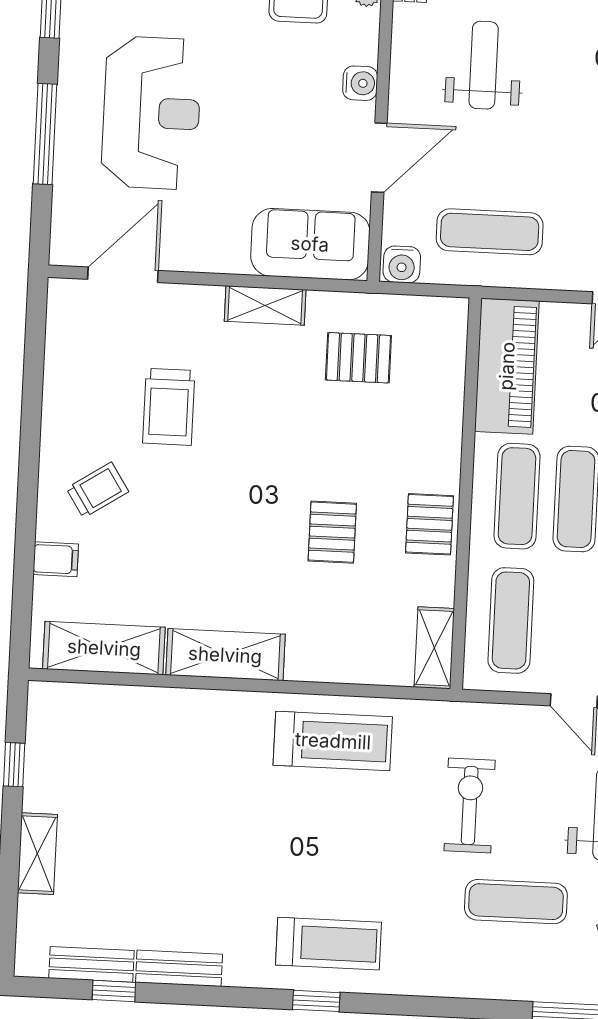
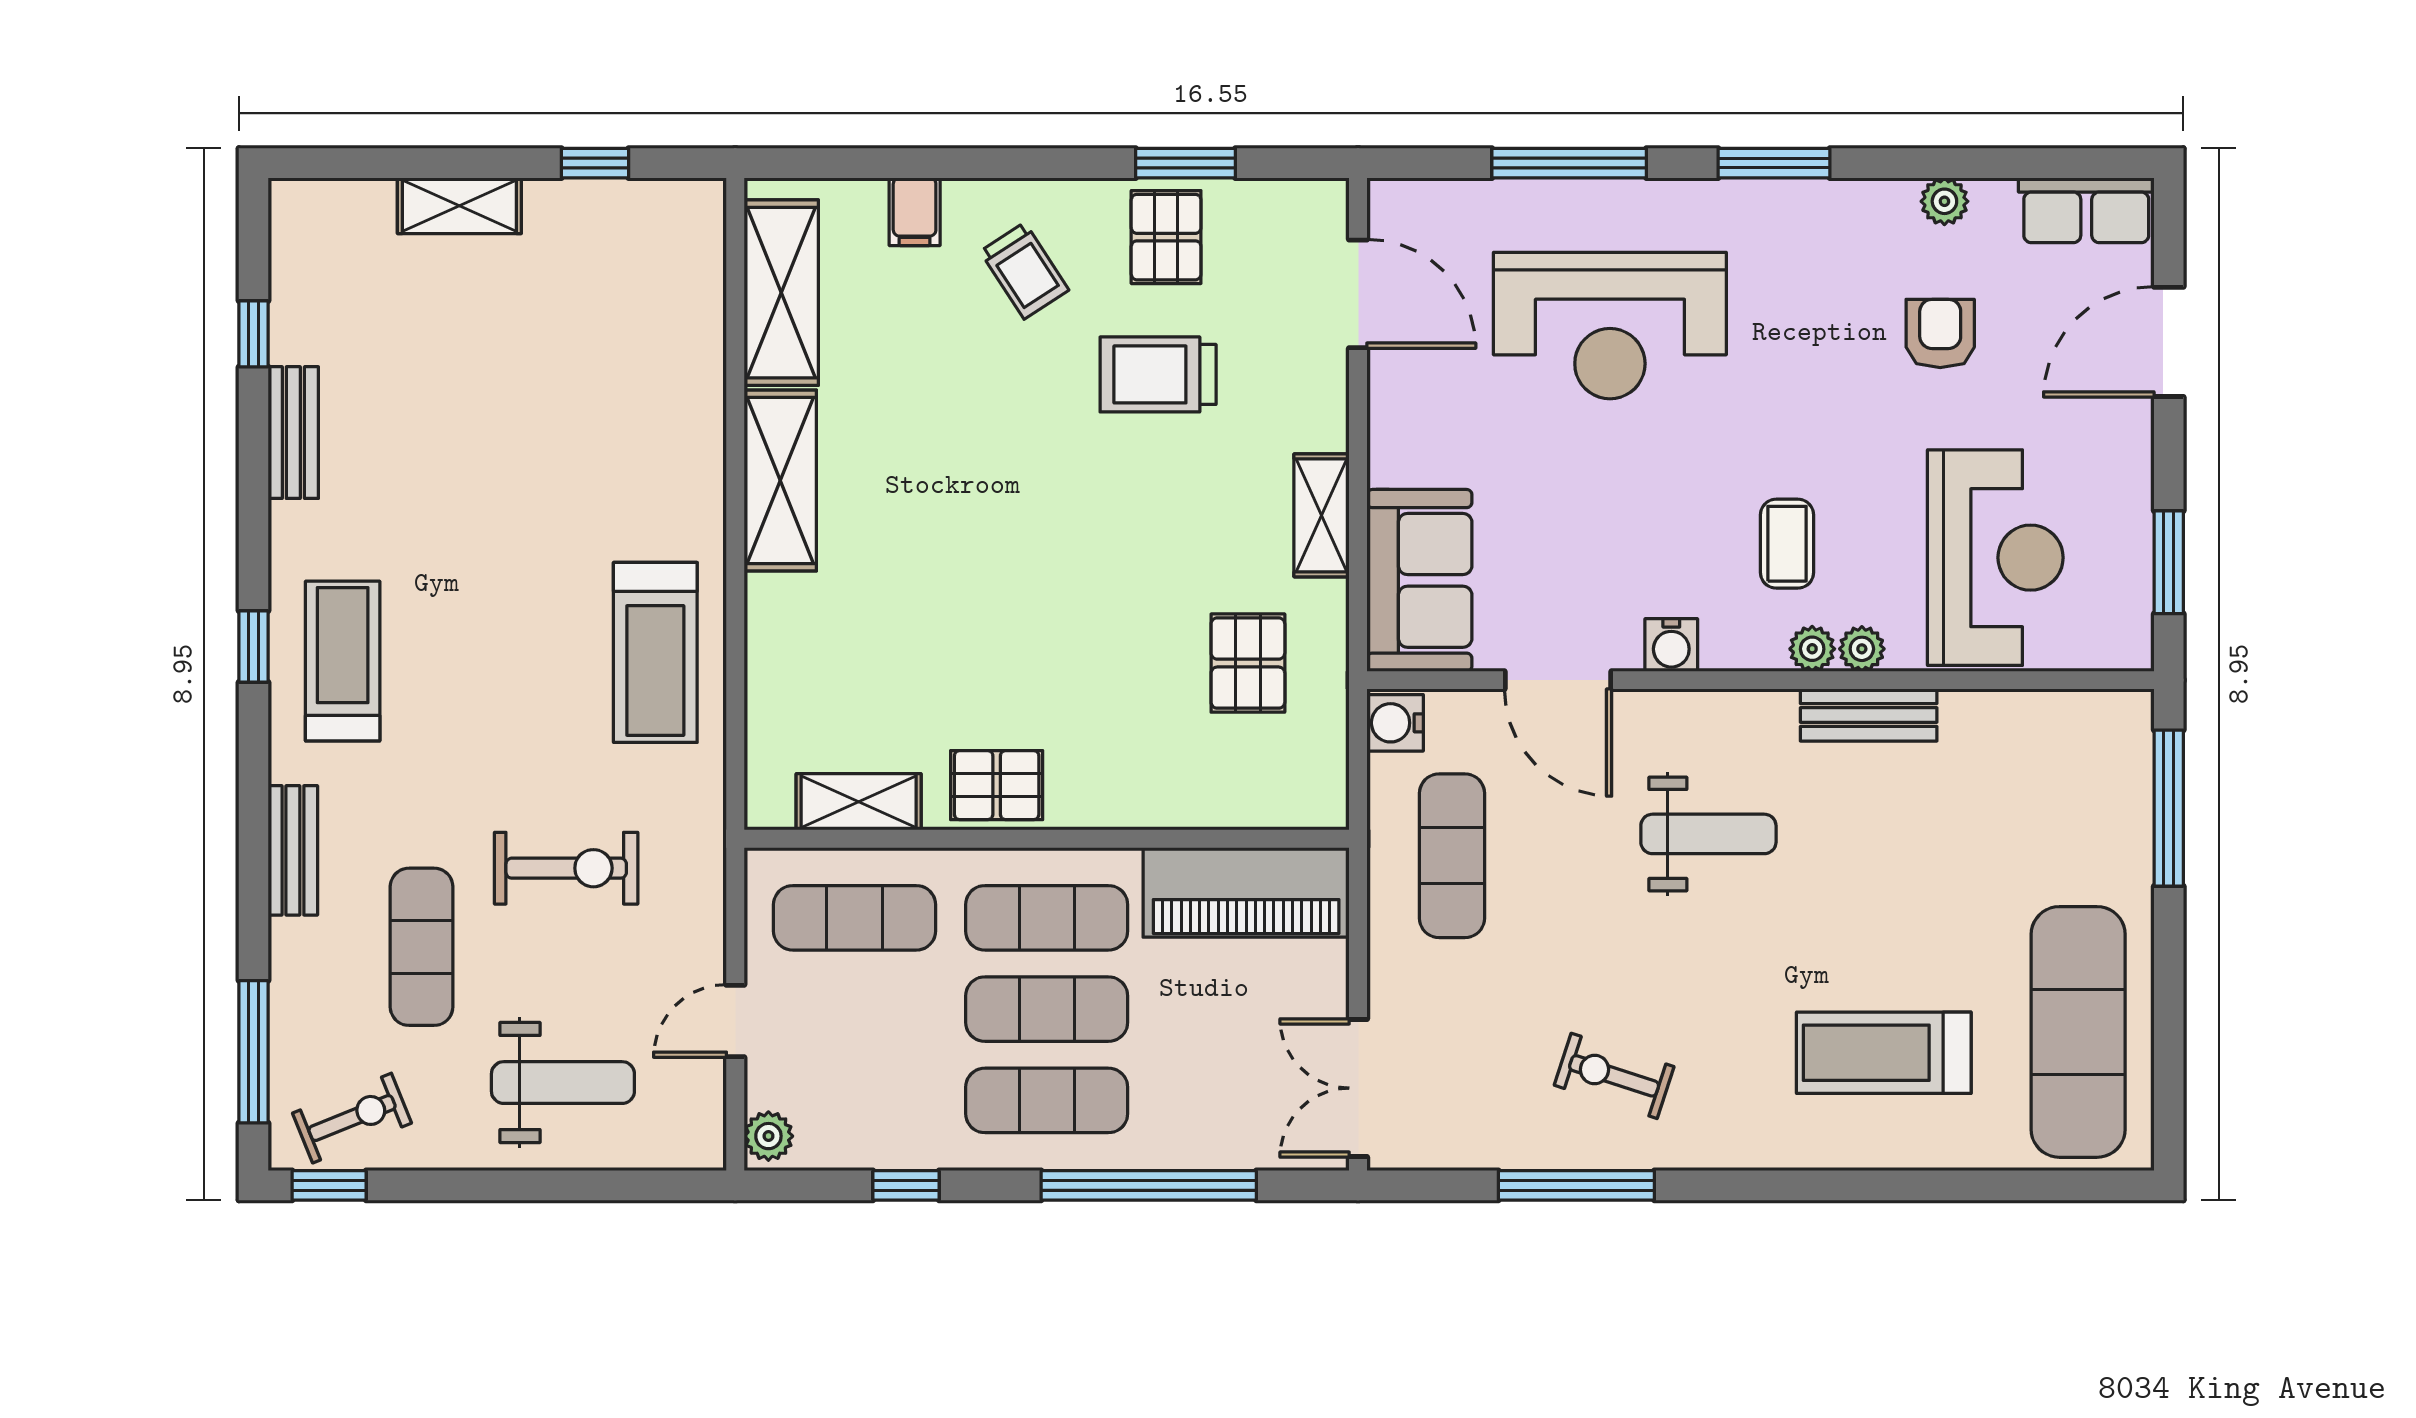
window: (33, 382) -> (1186, 163), added
pallet: (332, 532) -> (1166, 237), moved, turned 90
shelving: (434, 648) -> (859, 802), moved
treadmill: (328, 944) -> (343, 661), turned 180
bench: (91, 964) -> (293, 850), moved

